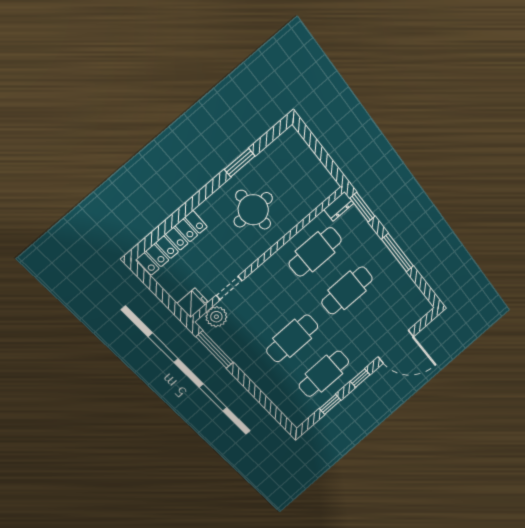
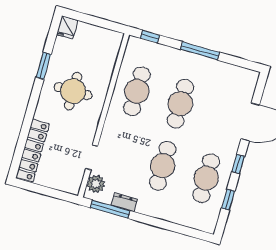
dresser: (339, 206) -> (124, 202), moved, turned -90
window: (362, 207) -> (150, 37), width x0.67
fridge: (193, 303) -> (67, 27), moved, turned 180

